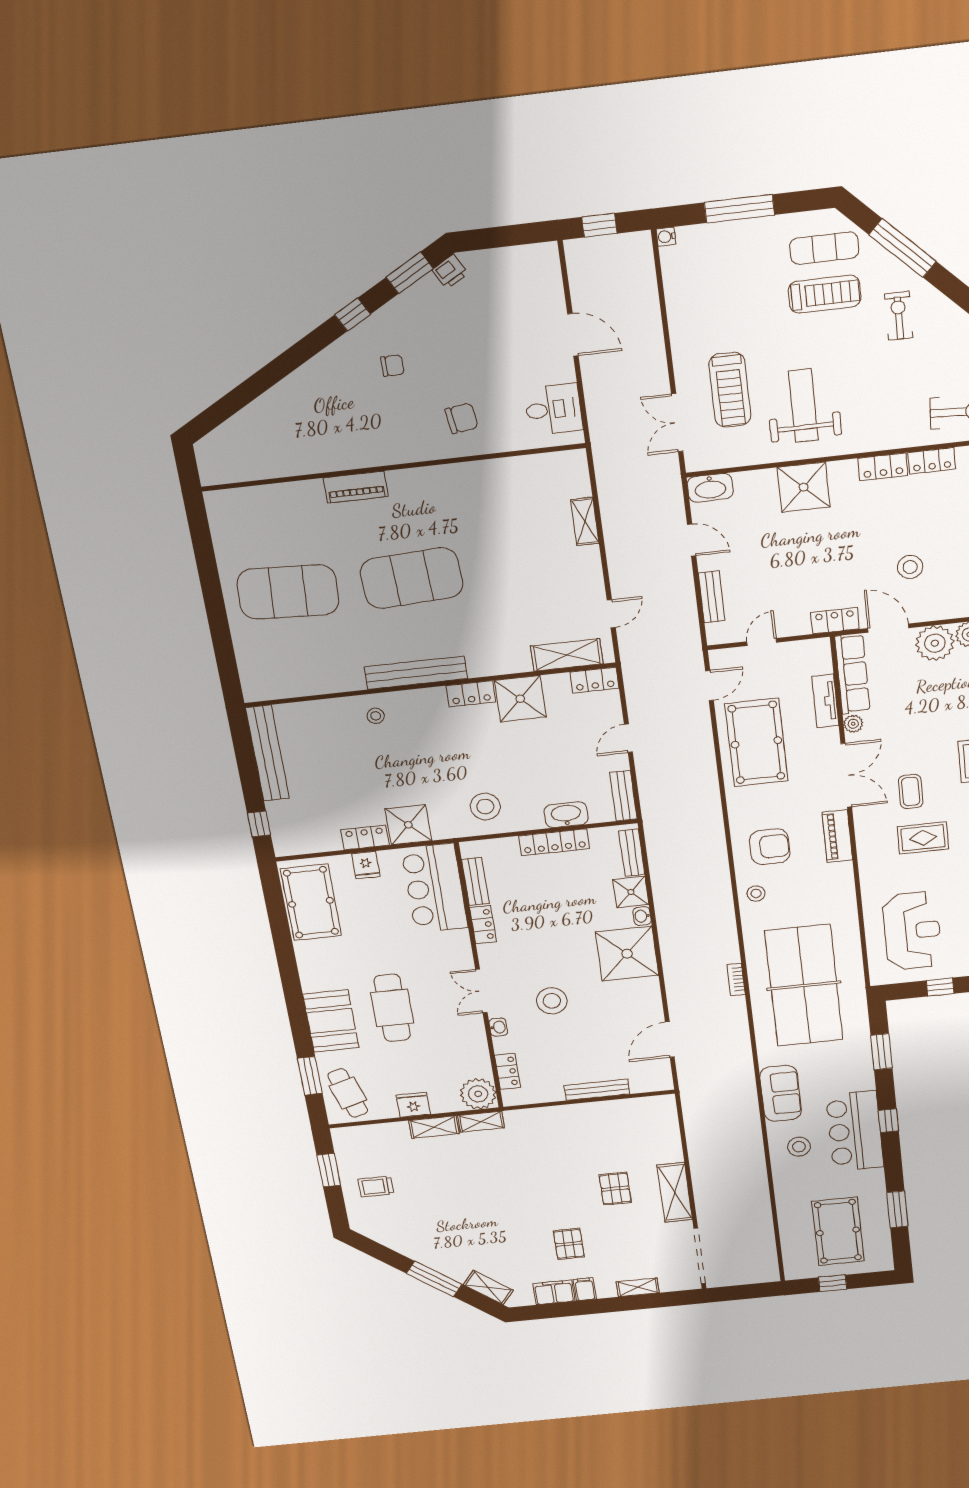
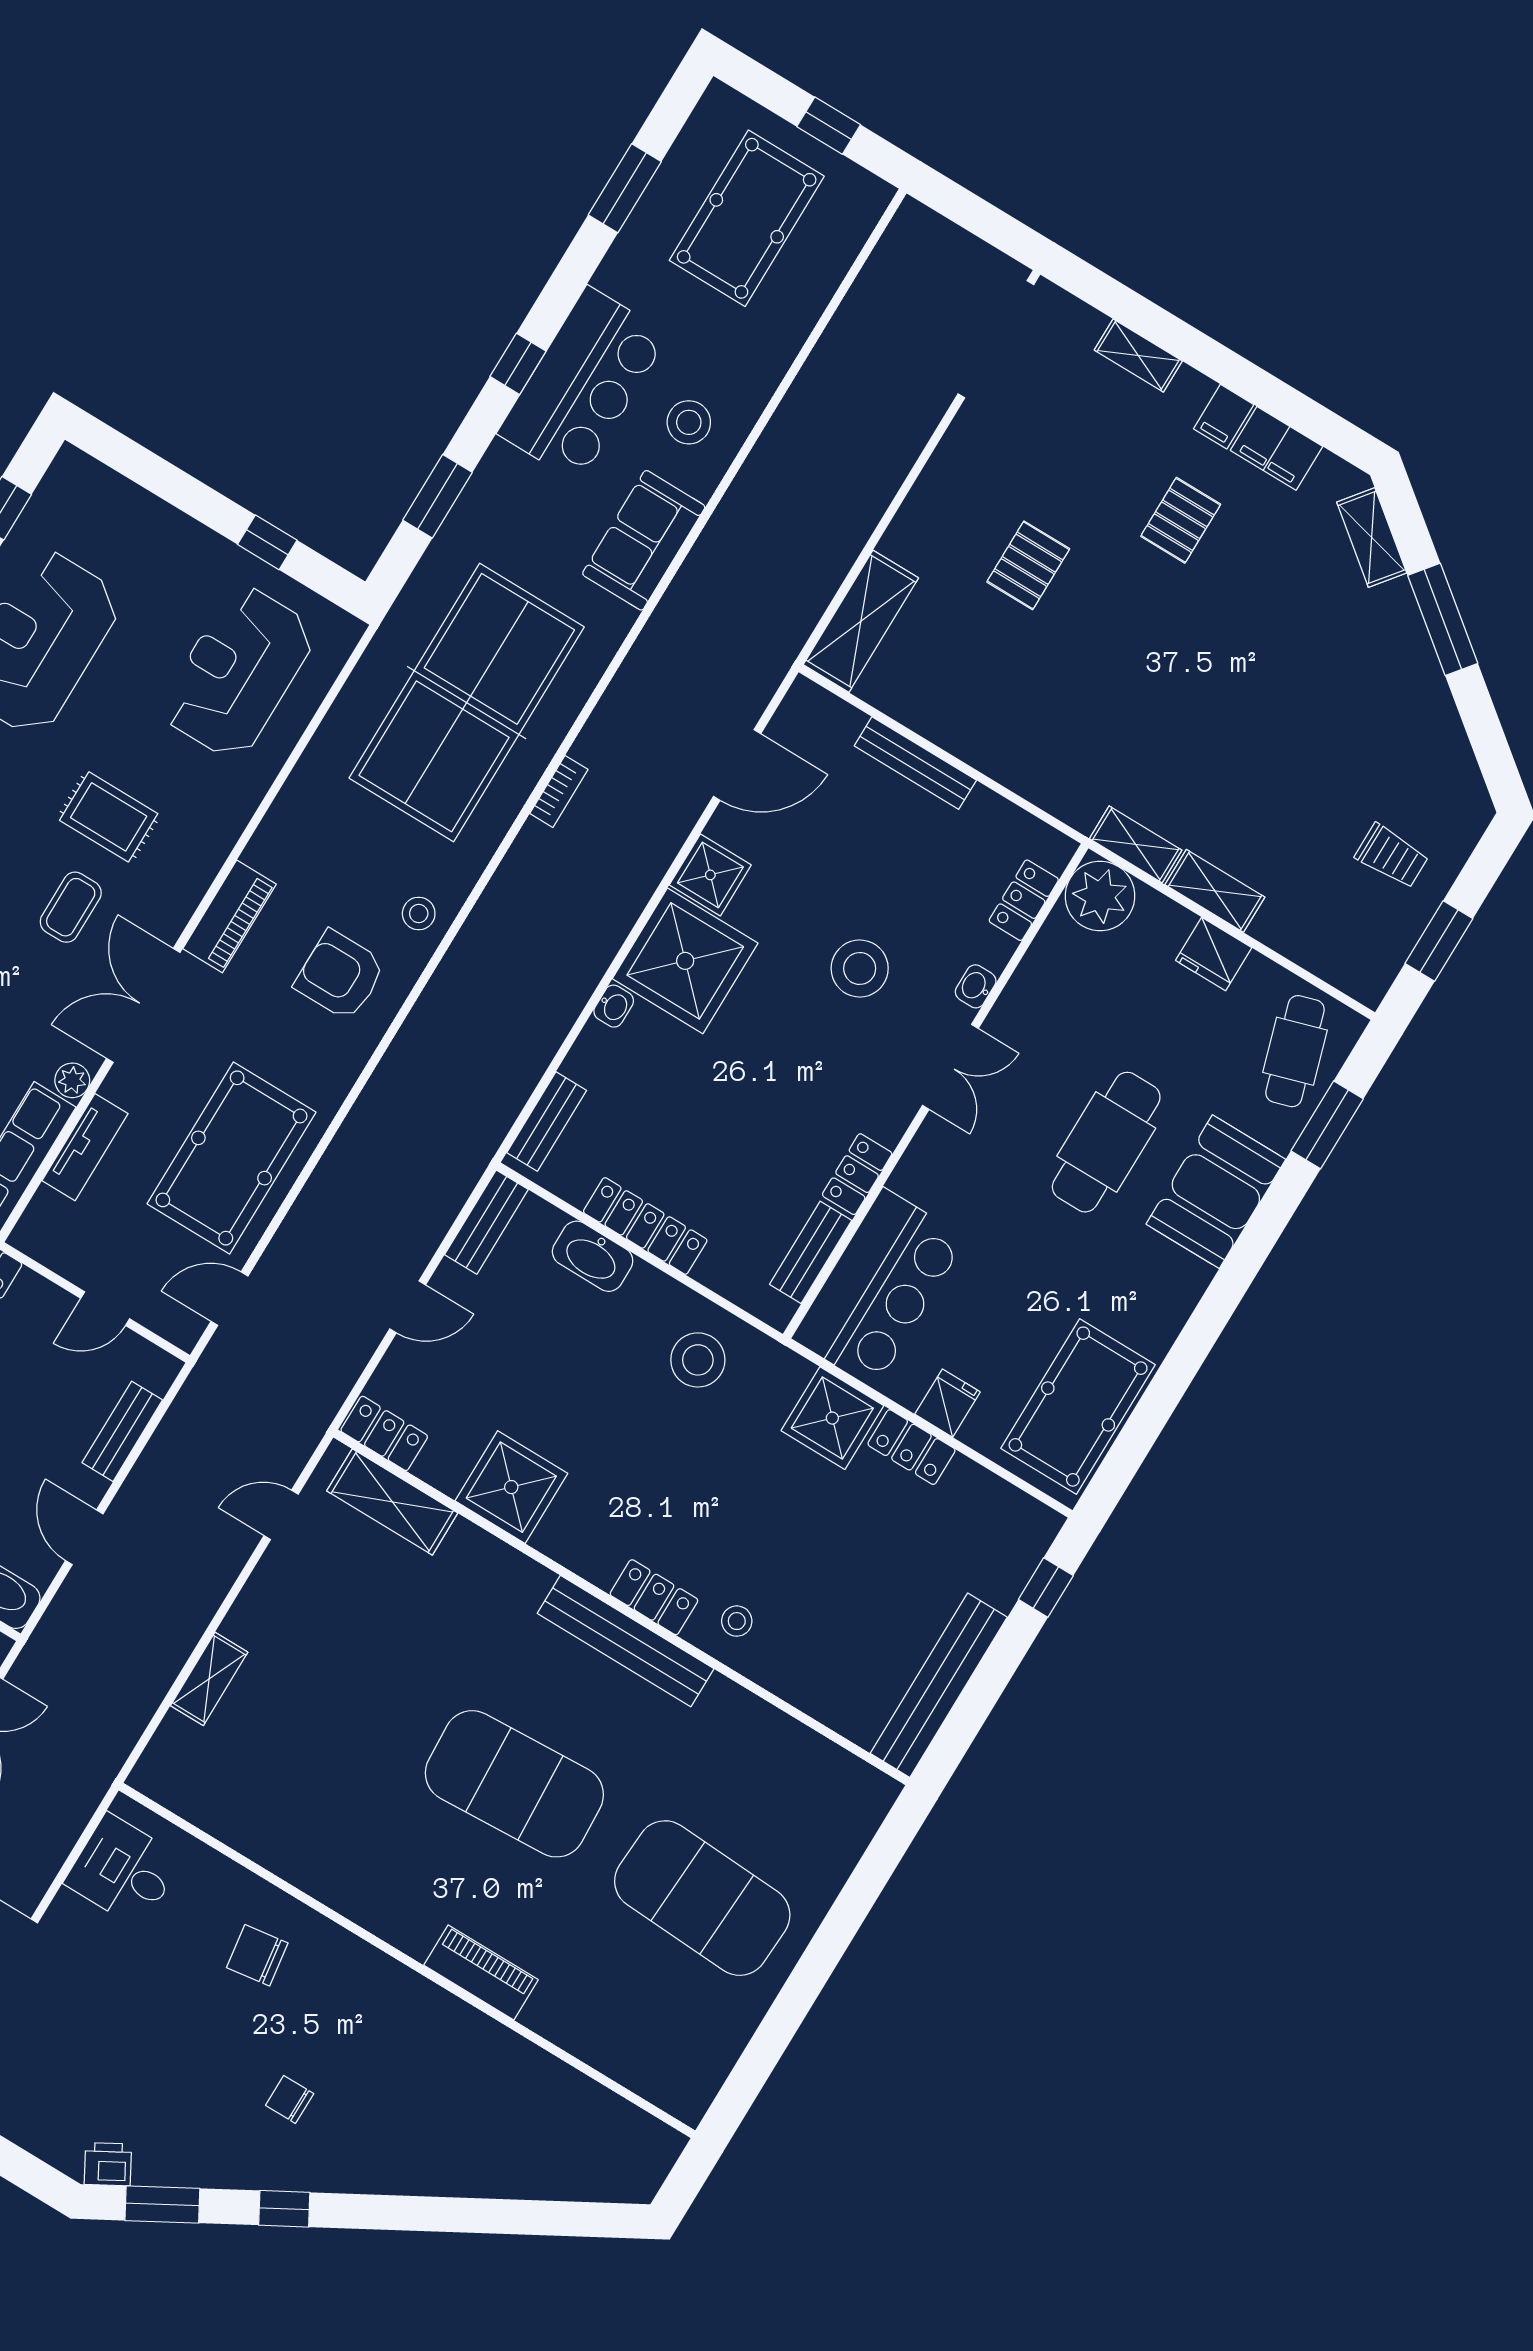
locker: (471, 694) -> (654, 1597), moved
shower: (631, 892) -> (710, 875), moved
shelving: (675, 1192) -> (861, 621), moved

